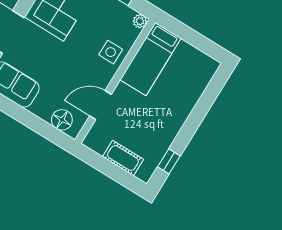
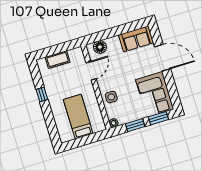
bed: (151, 59) -> (78, 117), moved
window: (169, 161) -> (42, 94), moved

